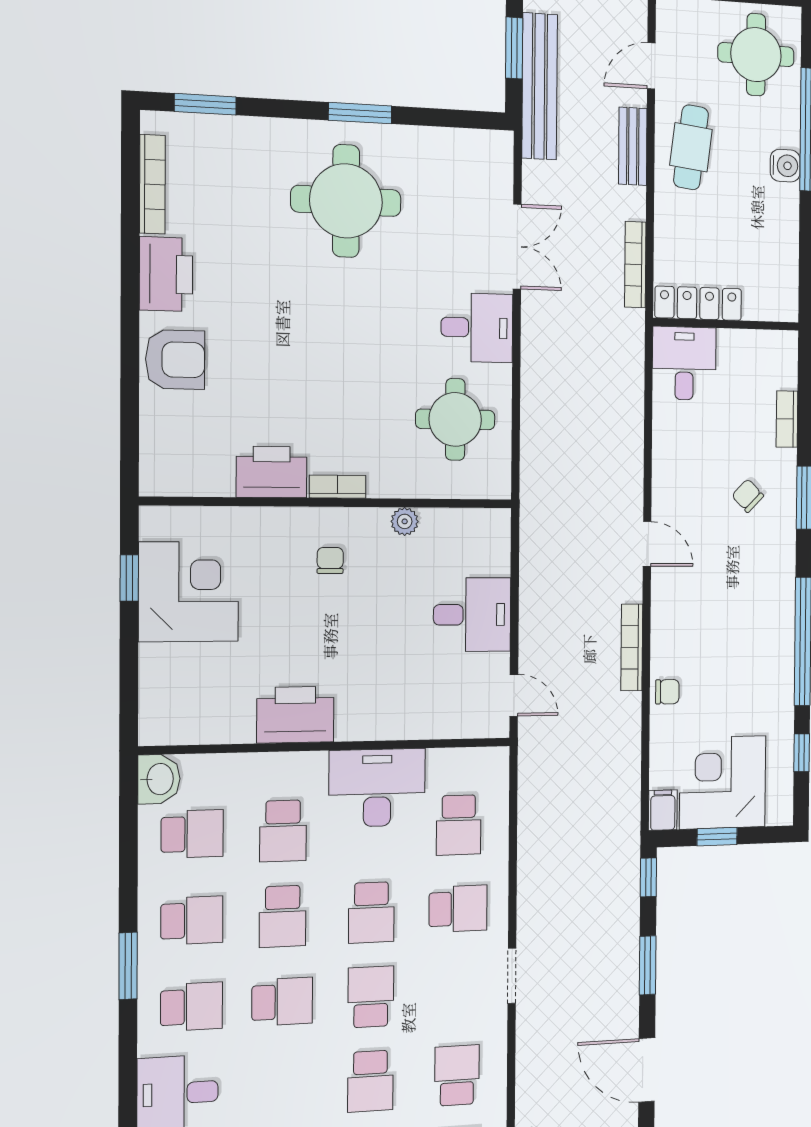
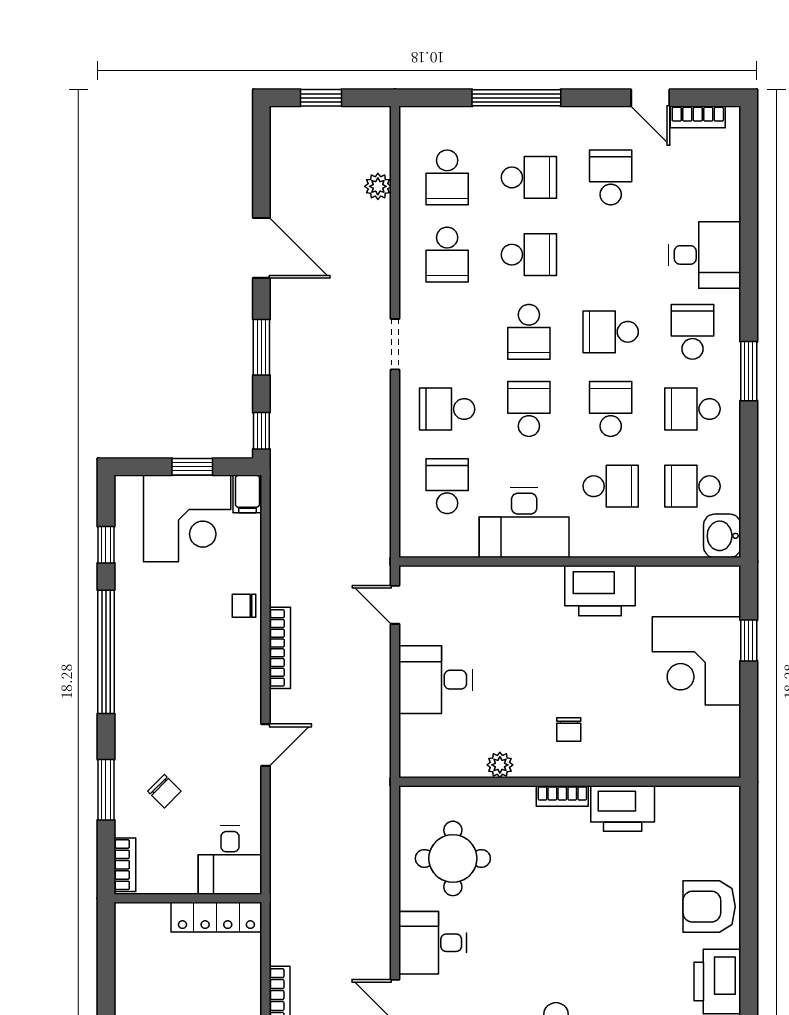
locker: (698, 303) -> (216, 917), moved
wall: (726, 324) -> (188, 898), moved
desk: (684, 363) -> (230, 860), moved
door: (647, 544) -> (266, 745), swing flipped
window: (129, 578) -> (749, 641), moved
corner desk: (189, 592) -> (696, 661), moved
school desk: (283, 831) -> (611, 486), turned 90
school desk: (192, 1007) -> (692, 332), turned 90
school desk: (370, 1081) -> (529, 255), turned 90

